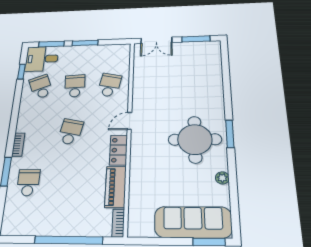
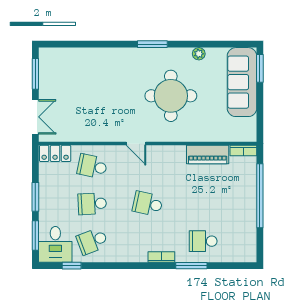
round table: (195, 139) -> (171, 96), moved
locker: (118, 150) -> (55, 153), moved

